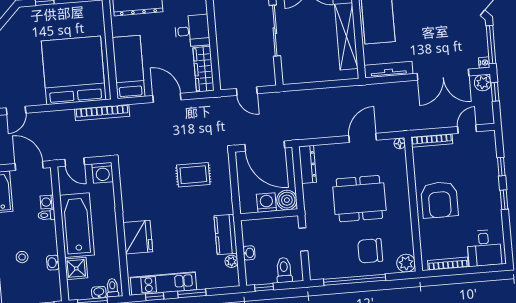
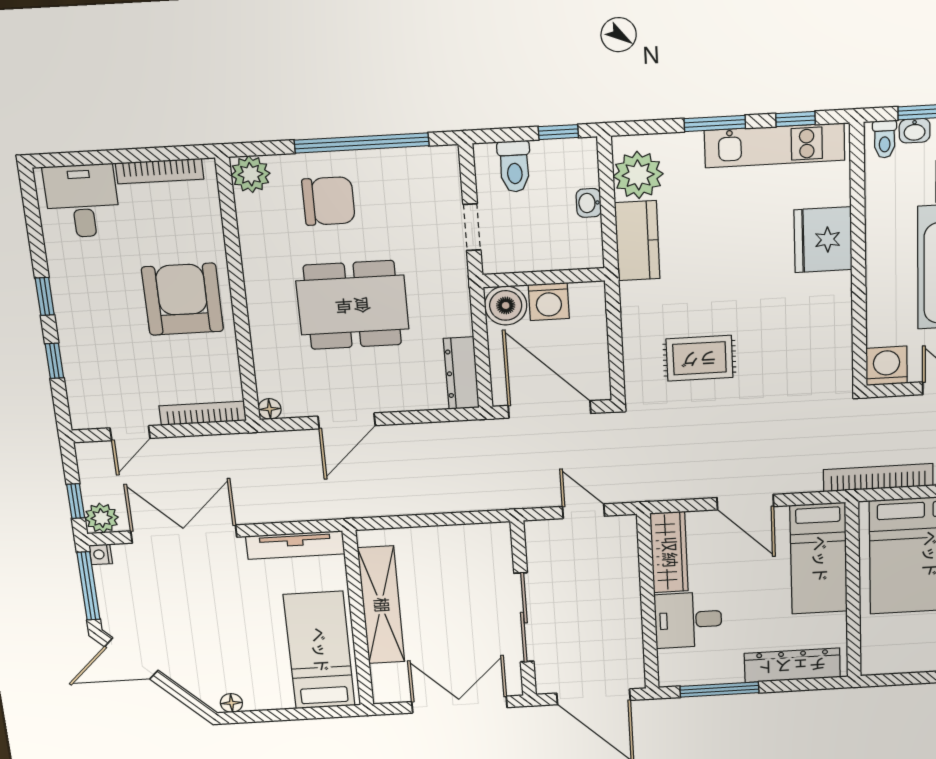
plant: (231, 261) -> (638, 175), width x1.88, depth x1.88

